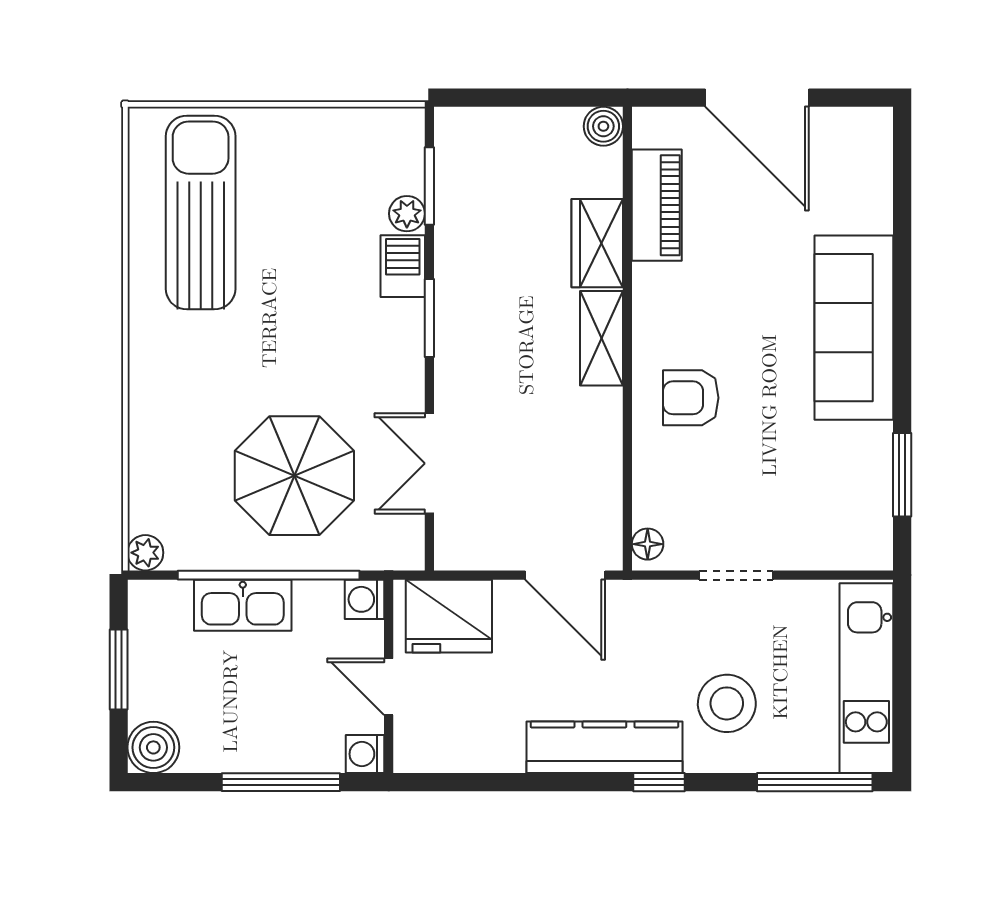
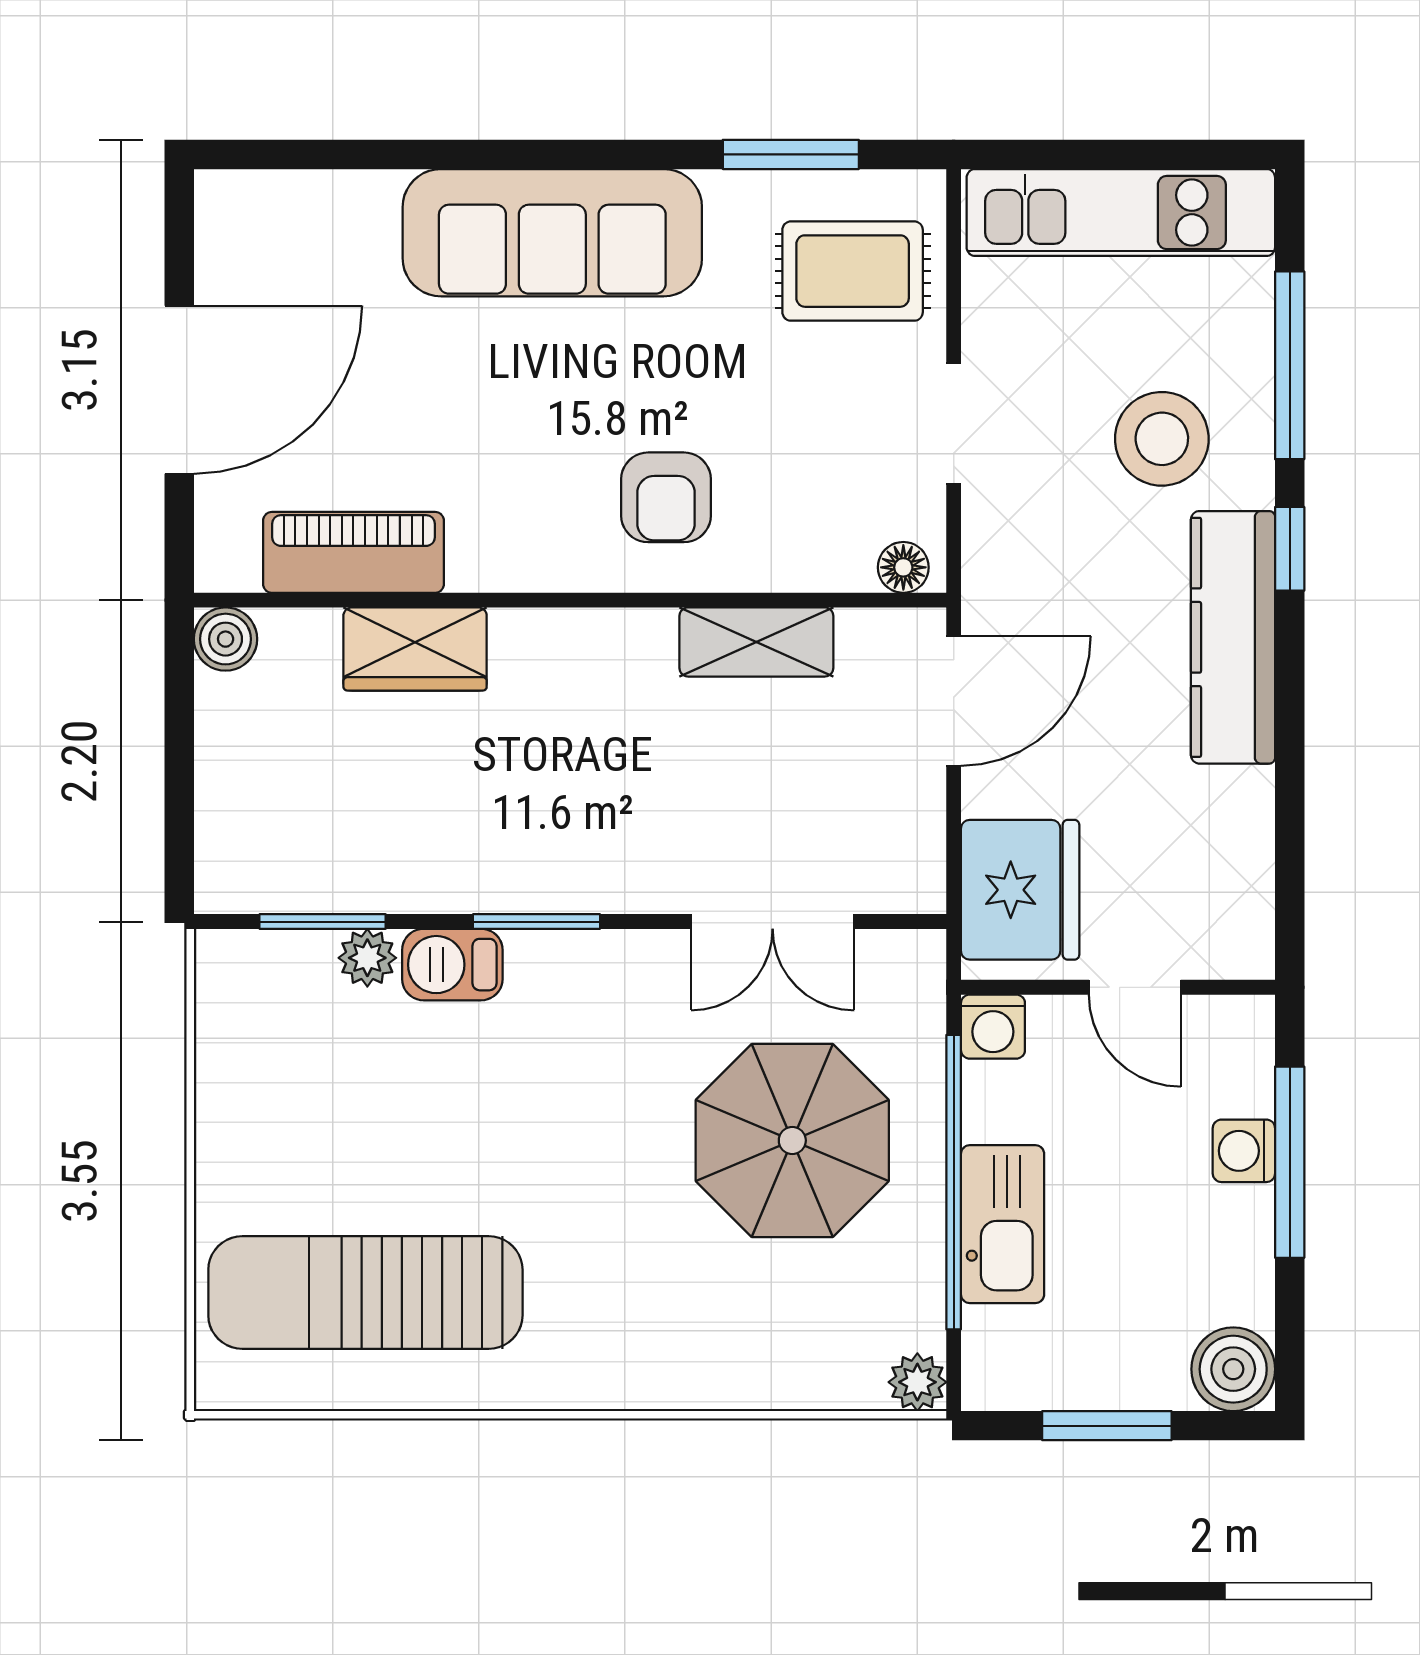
shelving: (602, 338) -> (756, 642), moved
rug: (830, 513) -> (853, 271), added
door: (389, 687) -> (1135, 987), hinge flipped
washing machine: (365, 754) -> (1244, 1151), moved, turned 90
window: (815, 782) -> (1290, 365), moved

